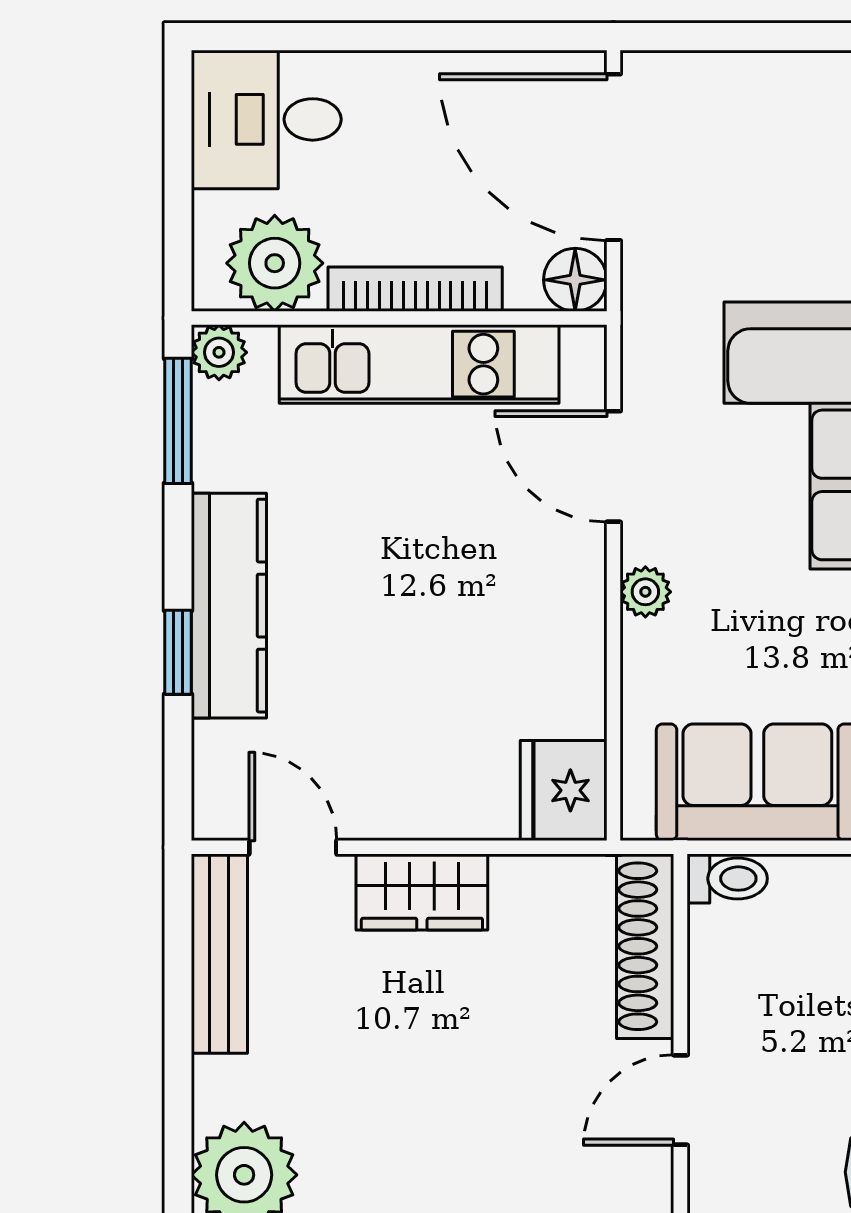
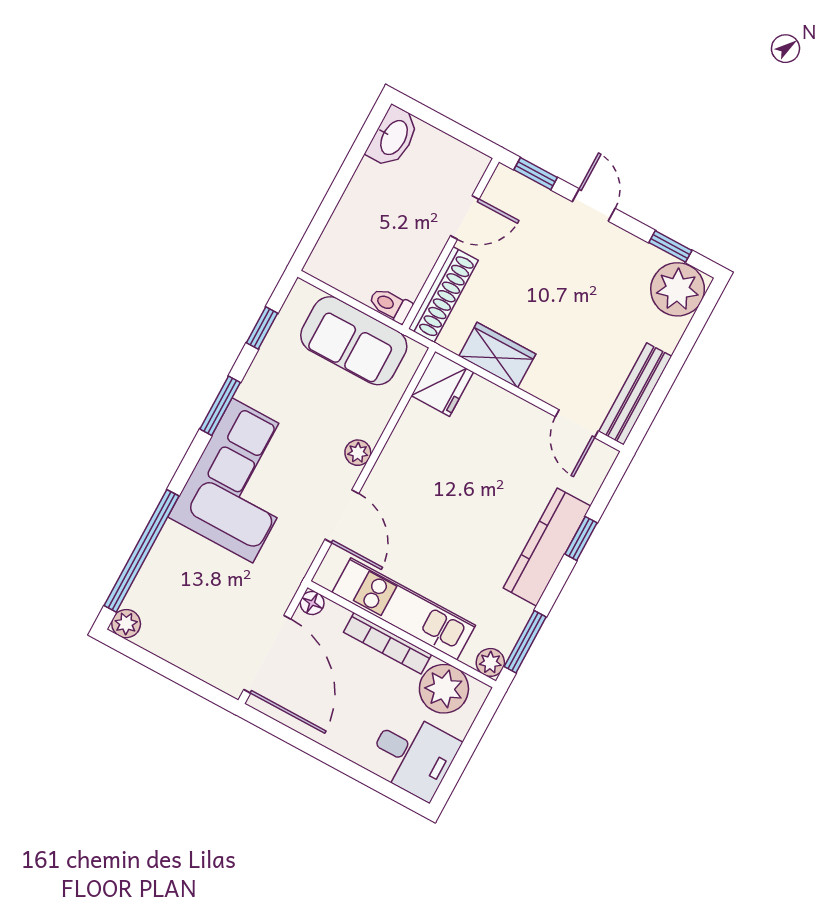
floor lamp: (575, 280) -> (312, 603), width x0.73, depth x0.73
wardrobe: (422, 892) -> (497, 355), moved

